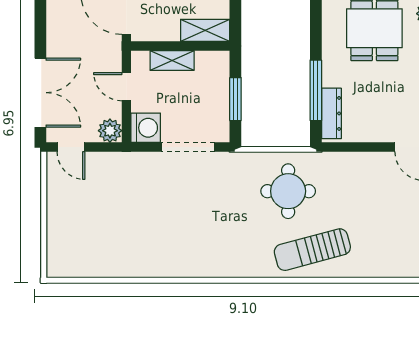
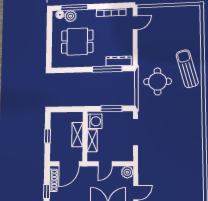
shelving: (205, 30) -> (77, 135), moved
washing machine: (146, 128) -> (95, 121), moved, turned 90
sun lounger: (312, 250) -> (187, 69), turned 180

